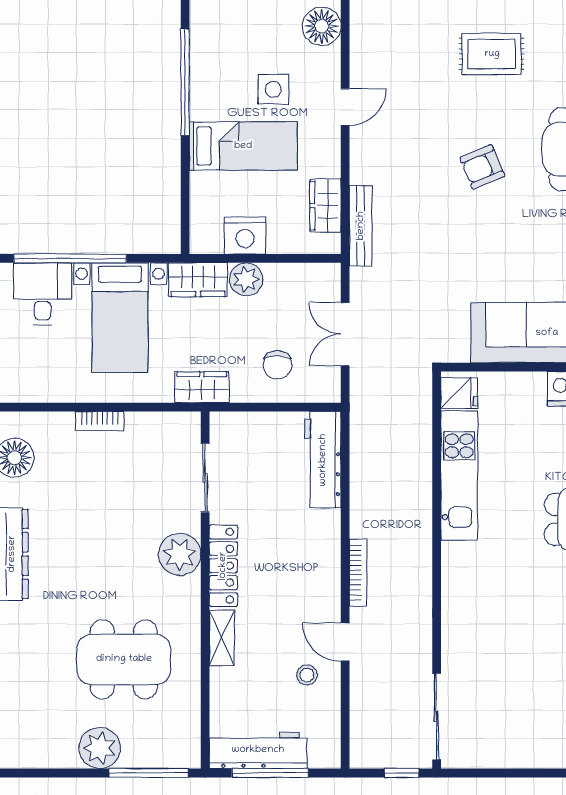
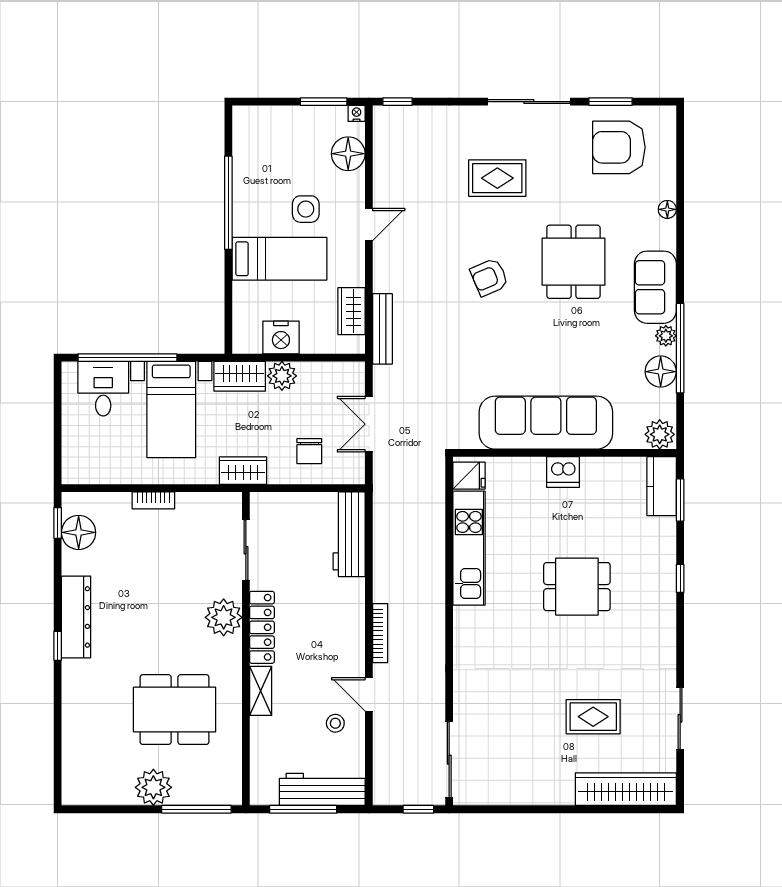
workbench: (258, 750) -> (322, 789), moved

